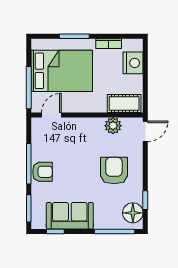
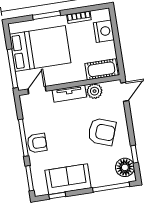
tv unit: (86, 124) -> (69, 94), added
armchair: (114, 171) -> (102, 132), turned 110

